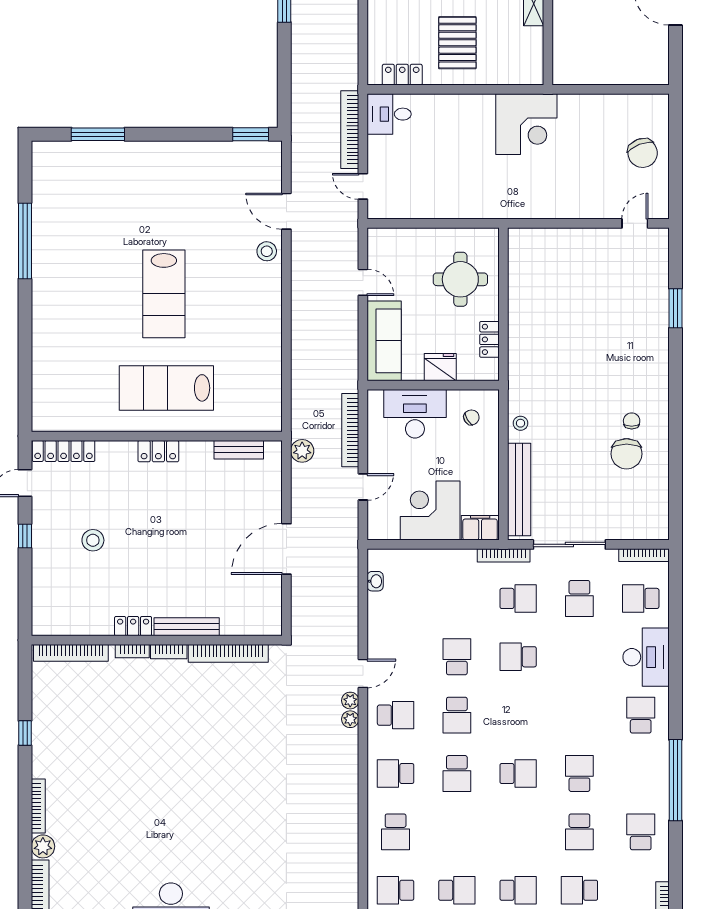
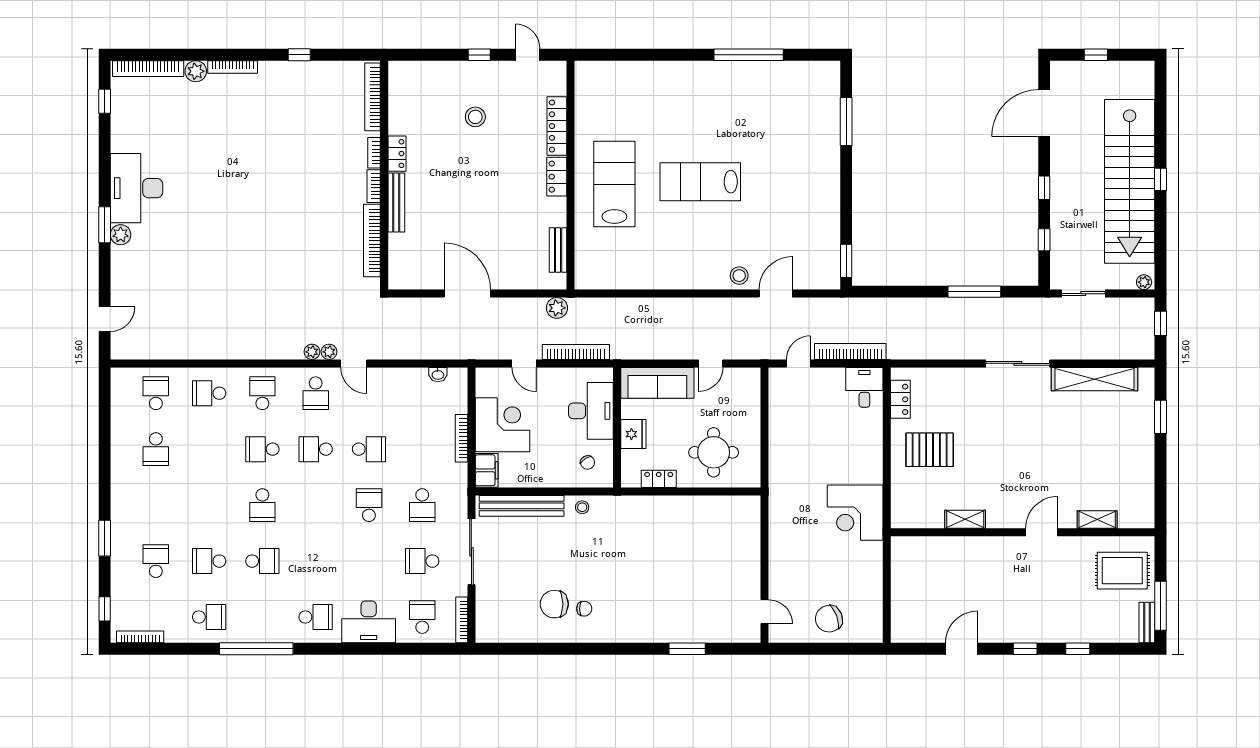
locker: (64, 451) -> (557, 126), moved
bookcase: (504, 555) -> (461, 438), moved
school desk: (518, 890) -> (156, 505), removed

